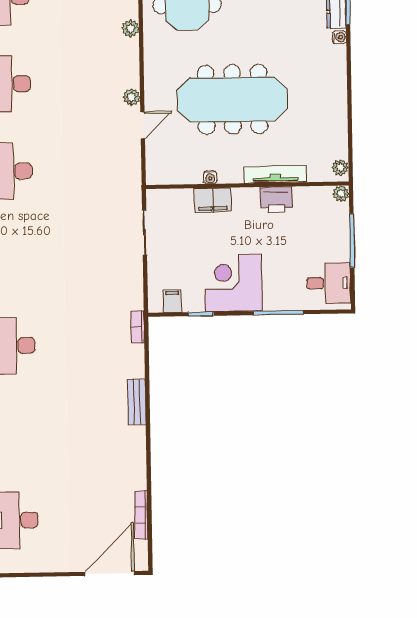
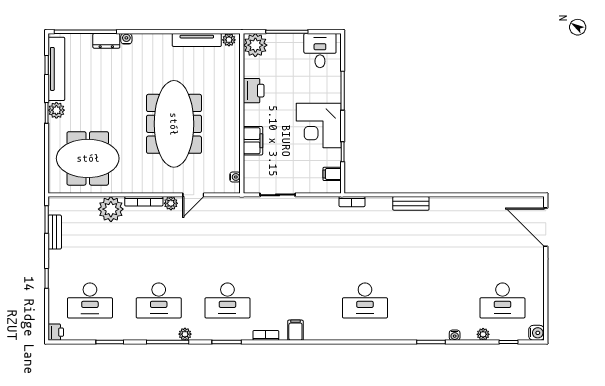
plant: (130, 28) -> (111, 209), width x1.88, depth x1.88
door: (143, 125) -> (193, 195), swing flipped
tv unit: (275, 174) -> (197, 40), moved, turned -90
water cooler: (210, 177) -> (235, 177), moved
plant: (341, 194) -> (255, 45), width x1.88, depth x1.88
bookcase: (141, 515) -> (144, 201), moved

